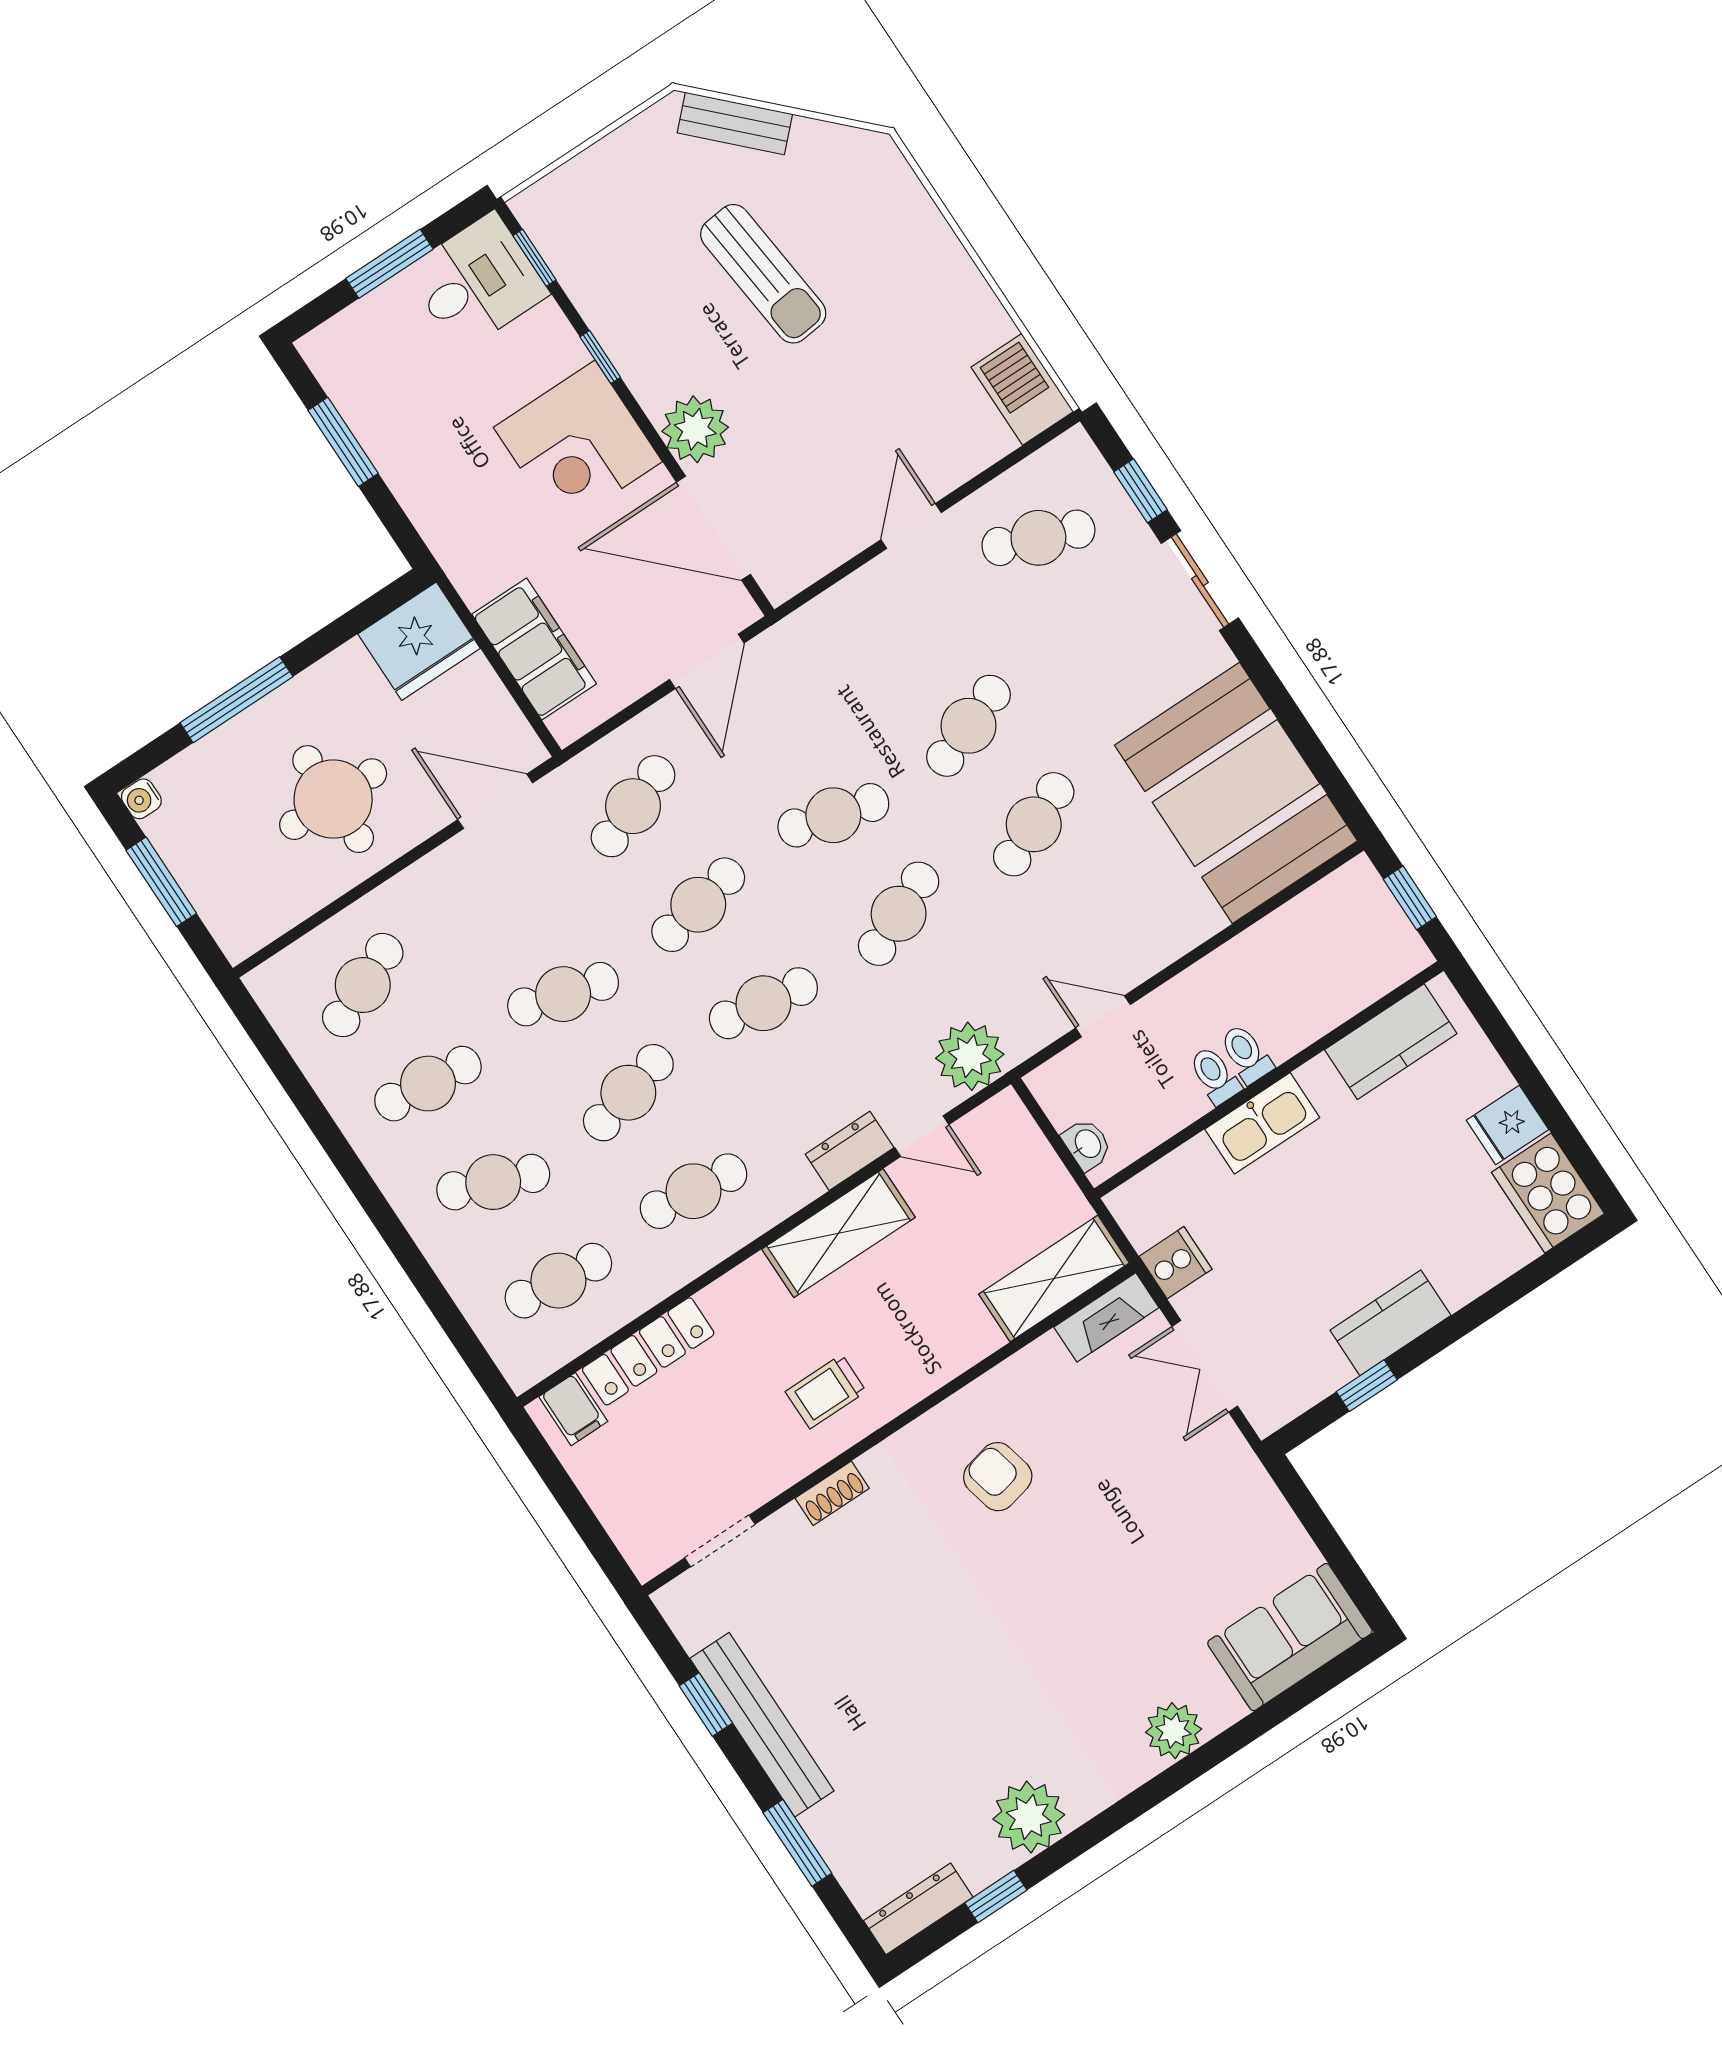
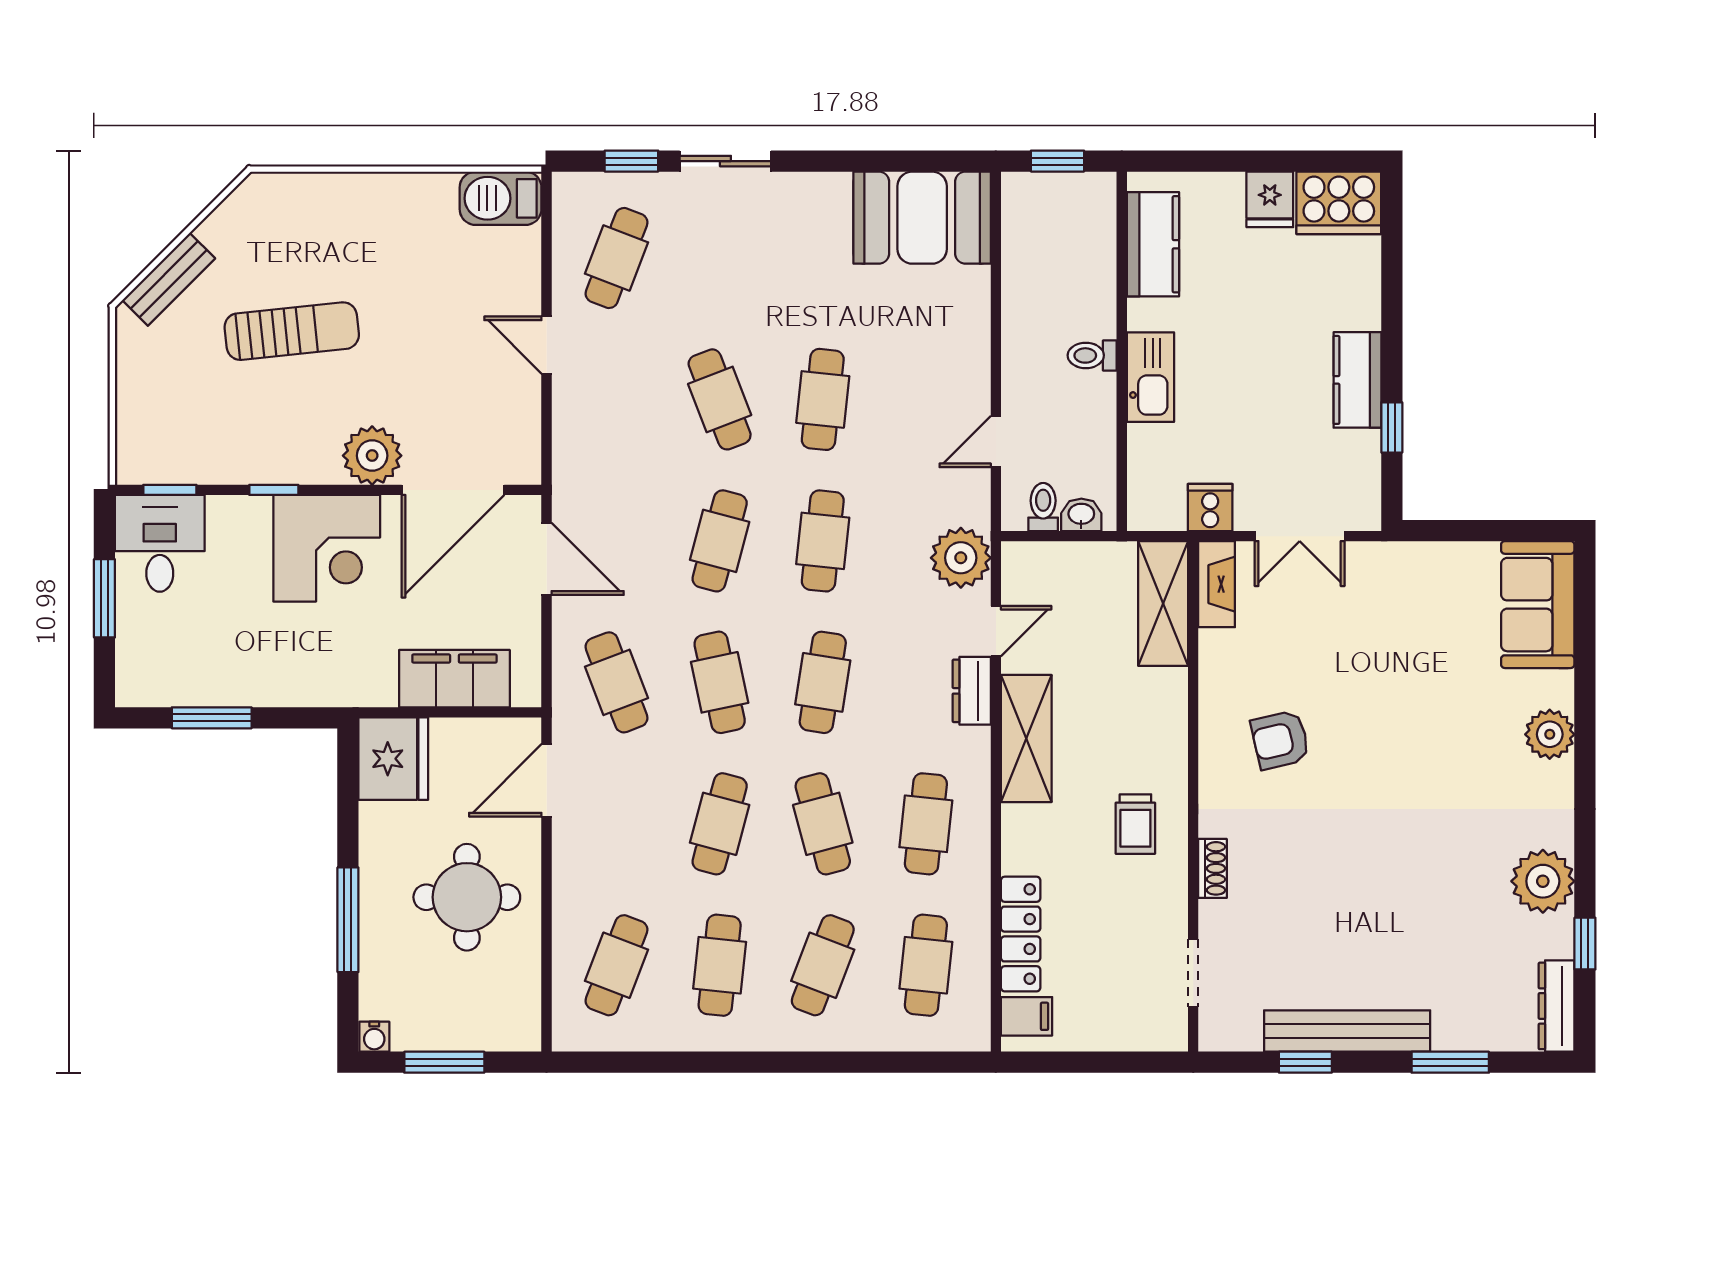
booth: (1236, 793) -> (922, 218), width x0.73, depth x0.70
cafe table: (1034, 824) -> (823, 399), turned 30
cafe table: (899, 914) -> (823, 541), turned 30
cafe table: (363, 985) -> (616, 965), turned 45
toilet: (1215, 1075) -> (1043, 507), moved, turned 90

